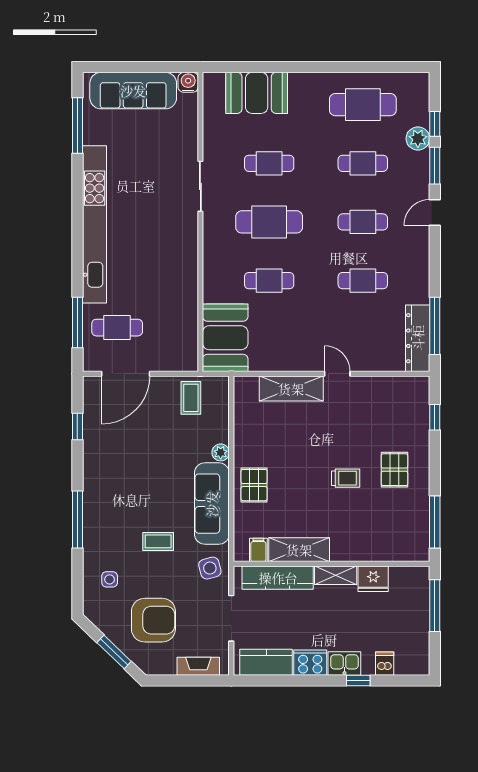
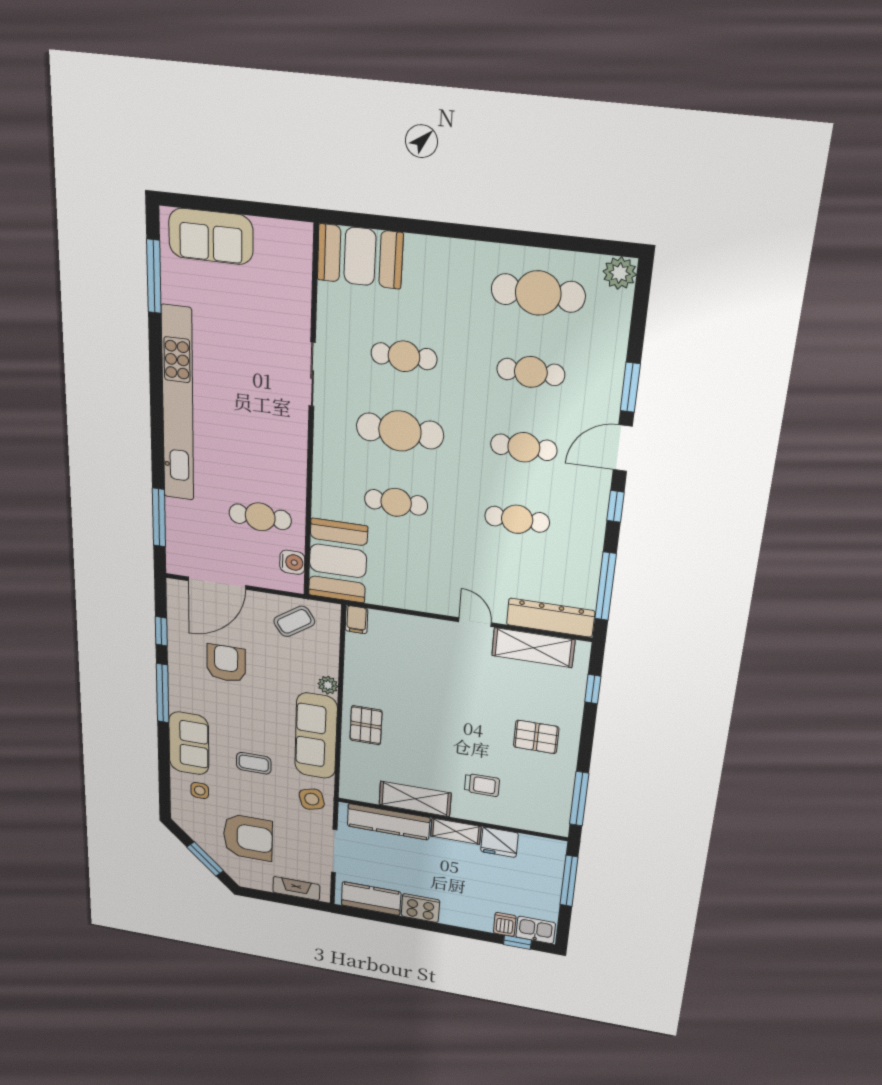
water cooler: (188, 82) -> (292, 562), moved, turned 90
sofa: (133, 91) -> (211, 236), width x0.73
booth: (257, 93) -> (360, 256), moved
window: (435, 124) -> (615, 506), moved
plant: (418, 139) -> (620, 273), moved
door: (435, 212) -> (623, 448), width x1.38
cafe table: (117, 328) -> (260, 517), moved
dresser: (418, 338) -> (550, 618), moved, turned 90
shelving: (291, 389) -> (533, 648), moved
coffee table: (191, 398) -> (294, 621), turned 56
armchair: (133, 447) -> (226, 663), added
pallet: (394, 470) -> (536, 737), turned 90
trolley: (346, 478) -> (482, 785), moved
window: (77, 520) -> (163, 693), moved
sofa: (100, 532) -> (189, 743), added
filing cabinet: (258, 550) -> (357, 620), moved, turned 180
kitchen sink: (344, 664) -> (536, 930), moved
window: (358, 680) -> (517, 942), moved

